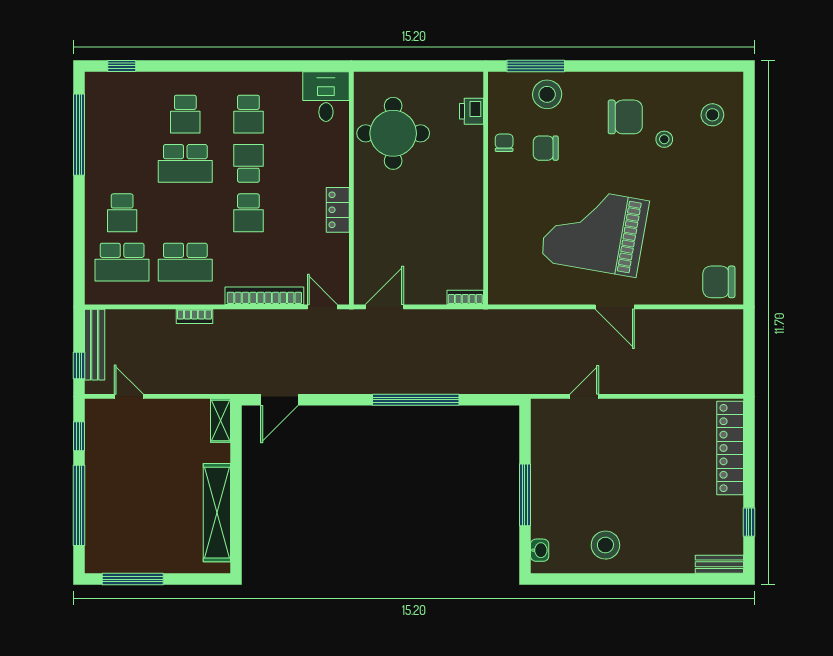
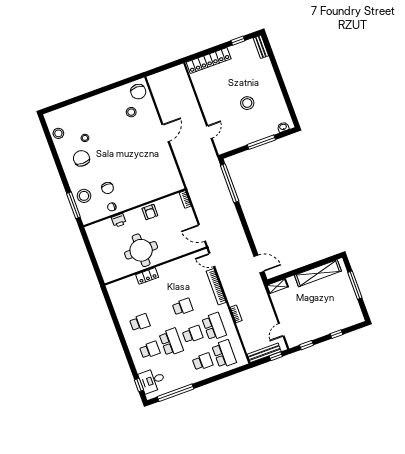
desk: (326, 97) -> (152, 380), moved
printer: (472, 111) -> (119, 220), moved
stool: (712, 115) -> (58, 133), moved
round table: (393, 133) -> (141, 250), moved
school desk: (248, 163) -> (193, 334), moved, turned 180
locker: (338, 210) -> (147, 276), moved
armchair: (466, 216) -> (150, 212), added
grand piano: (595, 231) -> (136, 154), removed
stool: (683, 252) -> (131, 112), added
door: (322, 307) -> (212, 260), hinge flipped
door: (584, 396) -> (209, 132), swing flipped
window: (416, 400) -> (230, 183), moved
window: (79, 505) -> (336, 334), width x0.32
stool: (605, 545) -> (247, 103), moved
window: (133, 579) -> (355, 285), moved

